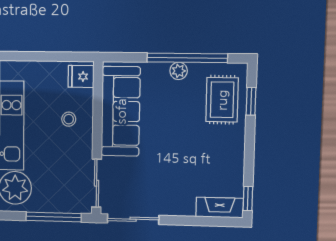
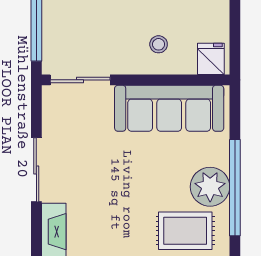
plant: (179, 71) -> (210, 187), width x1.88, depth x1.88
sliding door: (133, 219) -> (36, 170), moved

